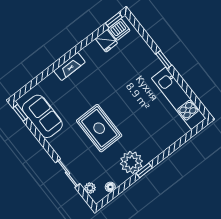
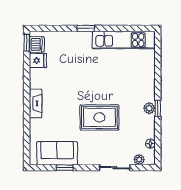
window: (20, 113) -> (65, 168), moved
plant: (131, 162) -> (149, 108), width x0.53, depth x0.53

